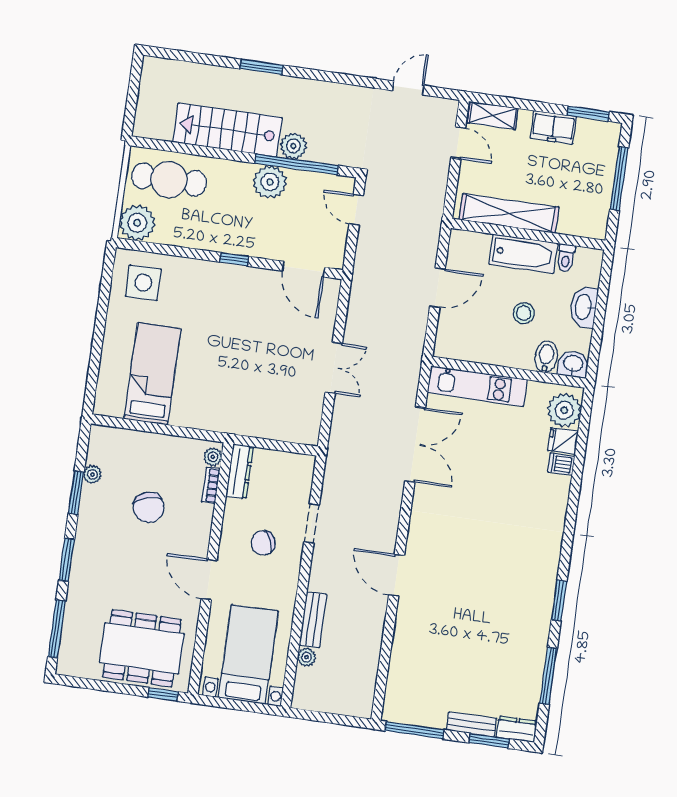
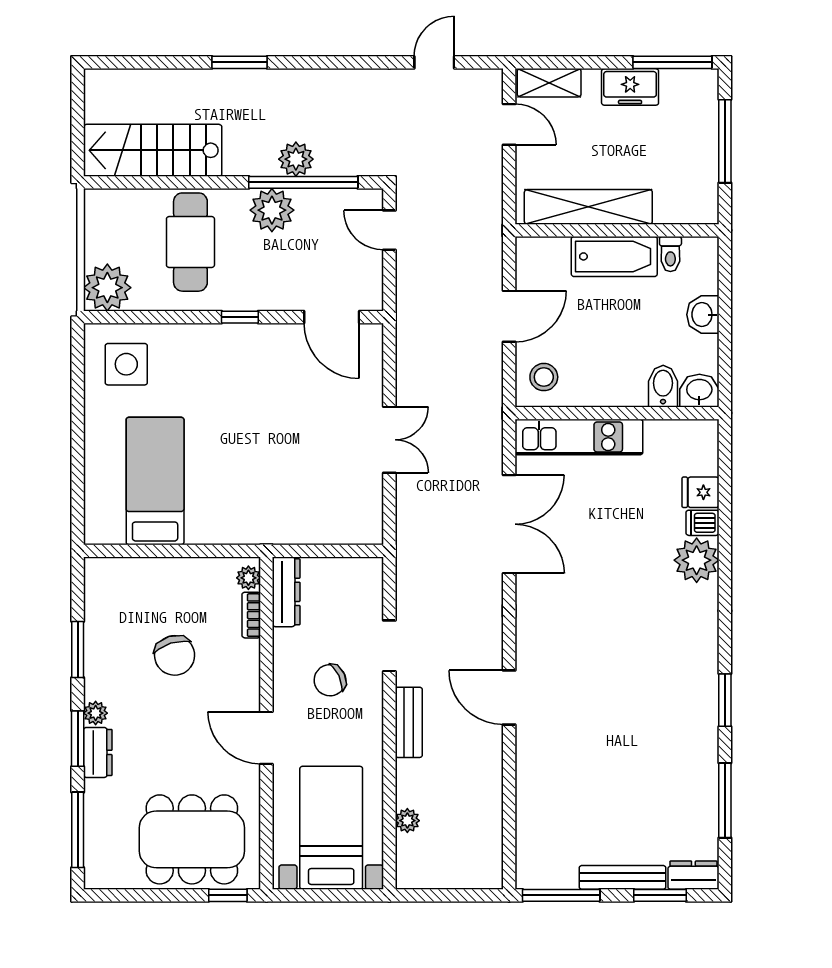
window: (588, 114) -> (672, 62), width x1.44
stairs: (227, 130) -> (153, 150), moved
cafe table: (169, 180) -> (190, 242), moved, turned 90
washbasin: (584, 307) -> (703, 315), width x0.72
stool: (524, 313) -> (544, 377), moved
plant: (564, 410) -> (697, 560), moved
plant: (92, 474) -> (96, 713), moved
dresser: (80, 573) -> (98, 752), added
bench: (313, 620) -> (409, 722), moved
bench: (471, 724) -> (623, 877), width x1.36

